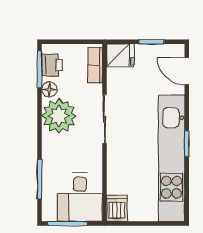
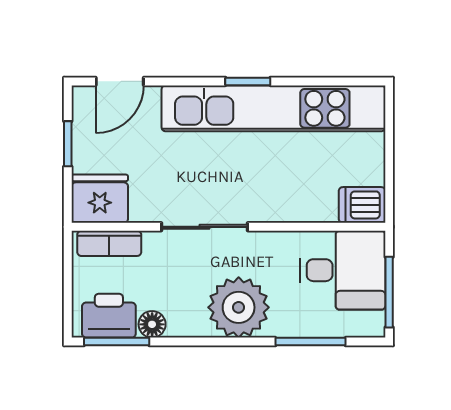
fridge: (120, 55) -> (100, 199), width x1.38
printer: (52, 65) -> (109, 316), width x1.36, depth x1.24
plant: (59, 116) -> (239, 307), moved

